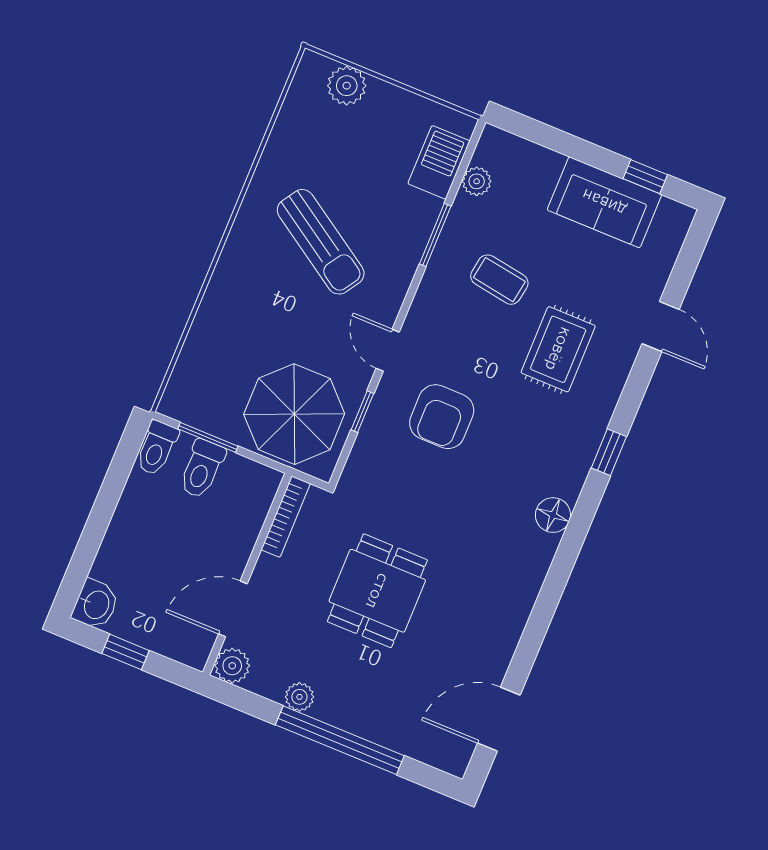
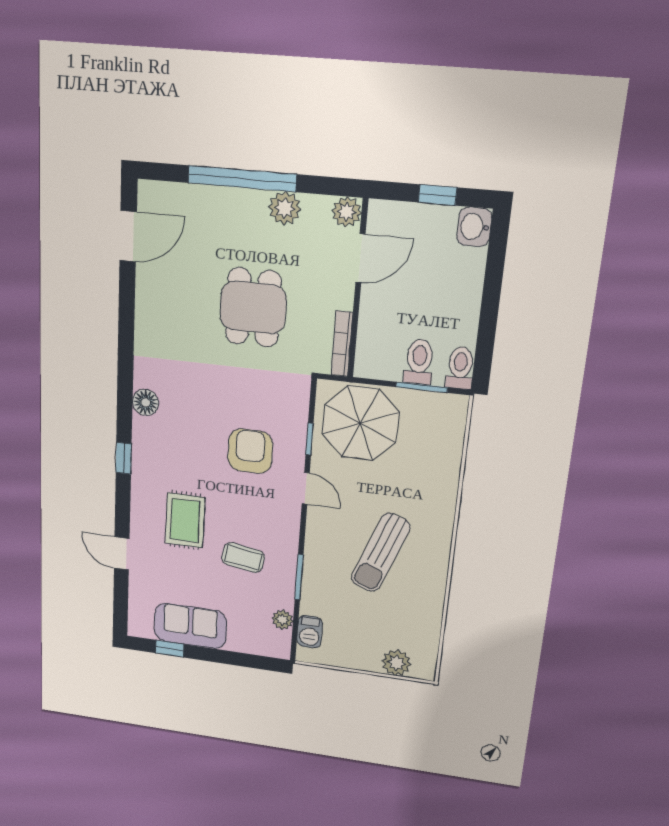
barbecue: (439, 162) -> (310, 632), width x0.73, depth x0.79
sun lounger: (321, 242) -> (381, 553), turned -103
plant: (300, 697) -> (285, 208), width x1.38, depth x1.38

